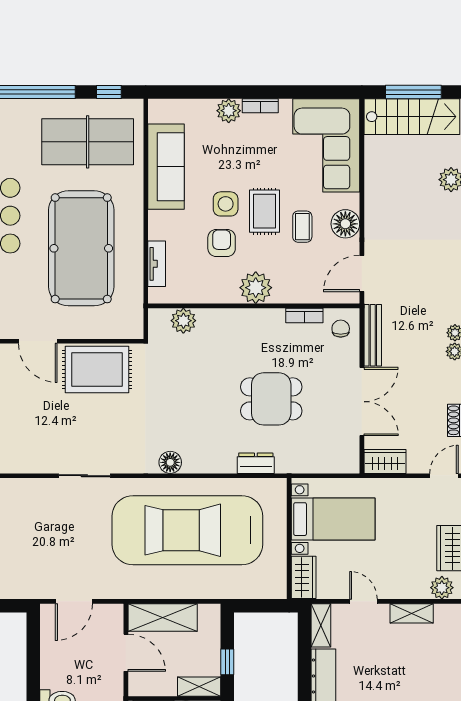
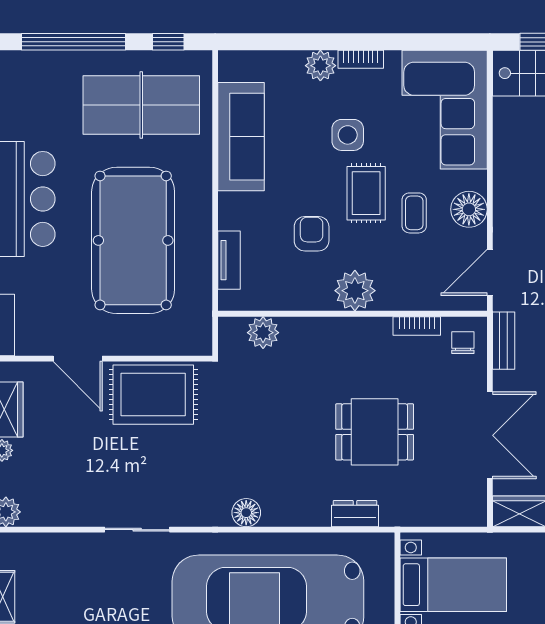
side table: (226, 204) -> (348, 135), moved
bench: (373, 335) -> (504, 341), width x0.73

